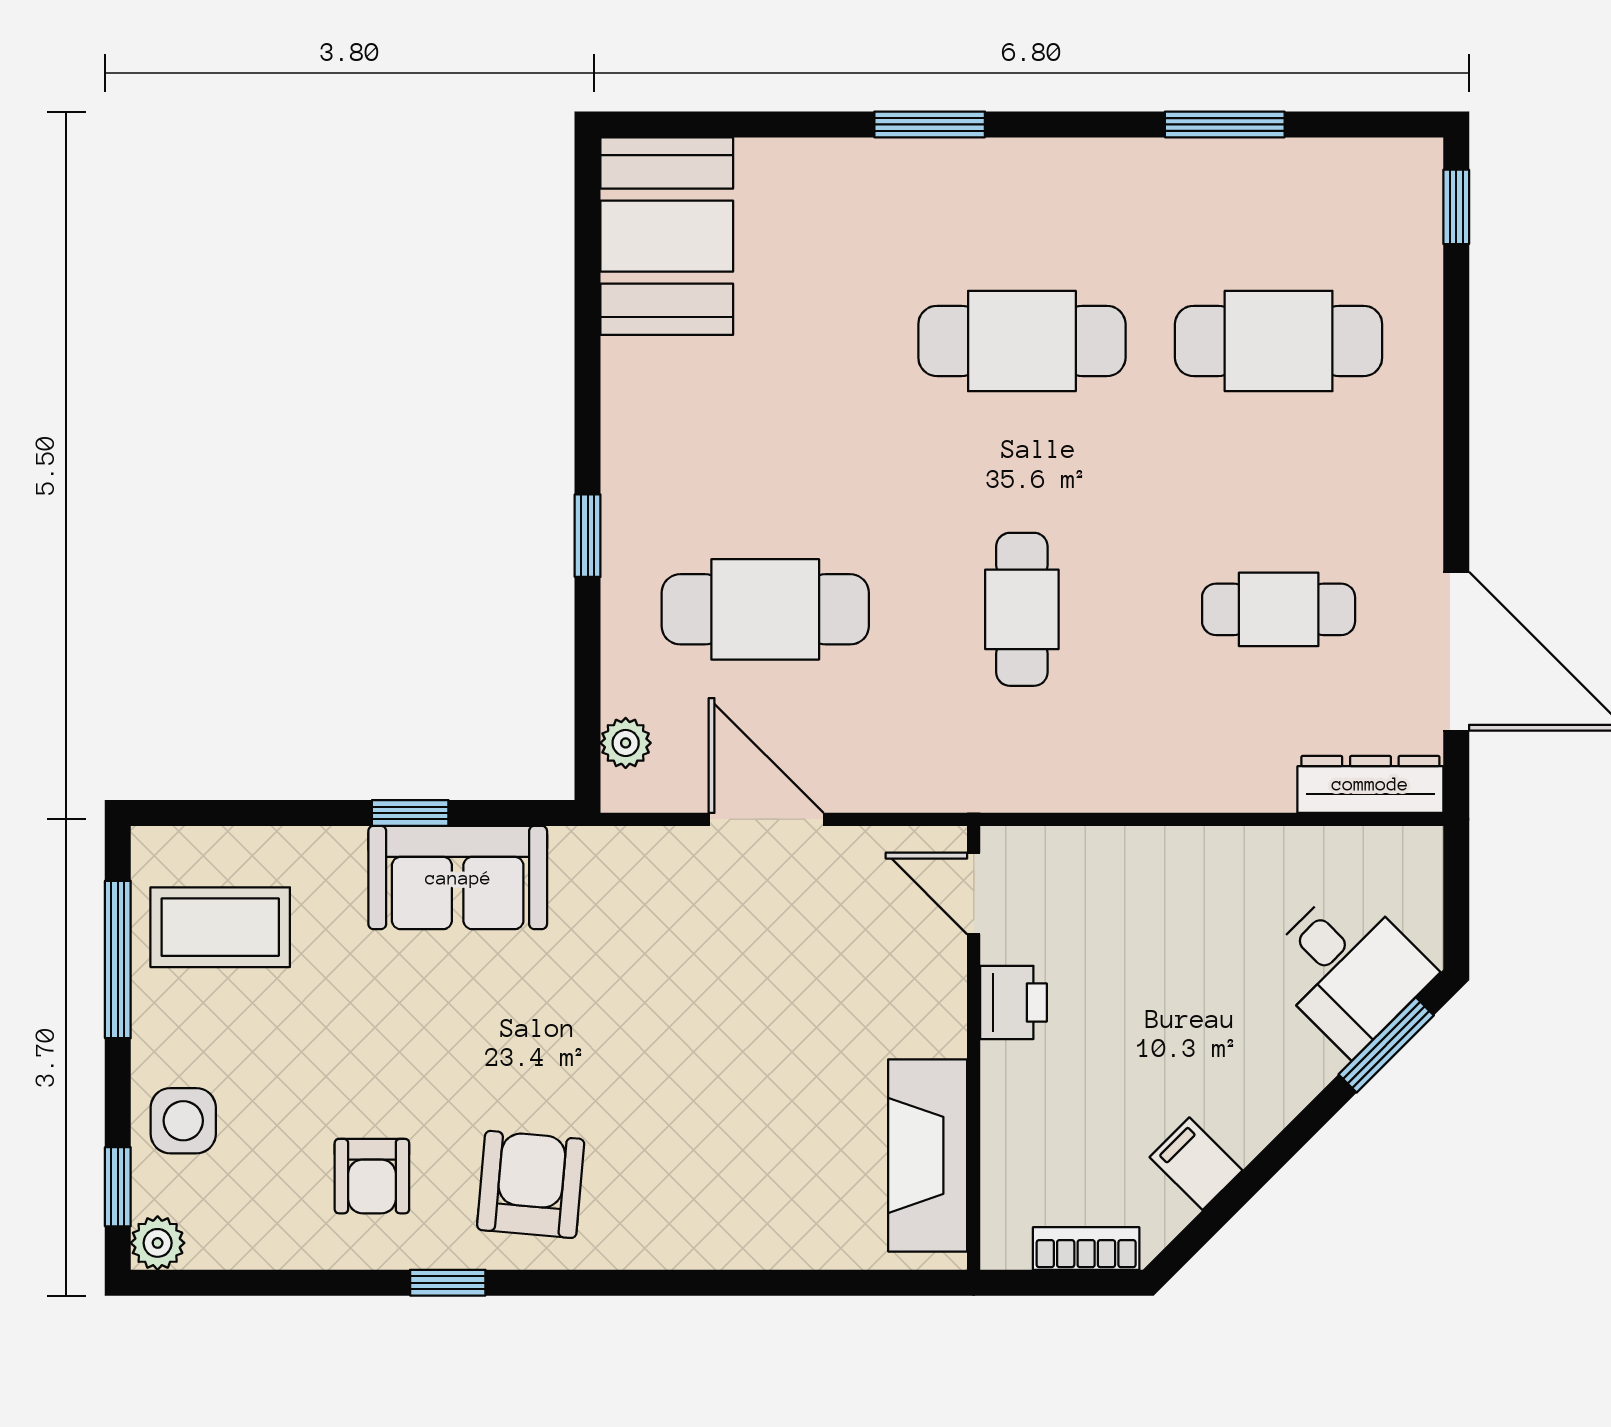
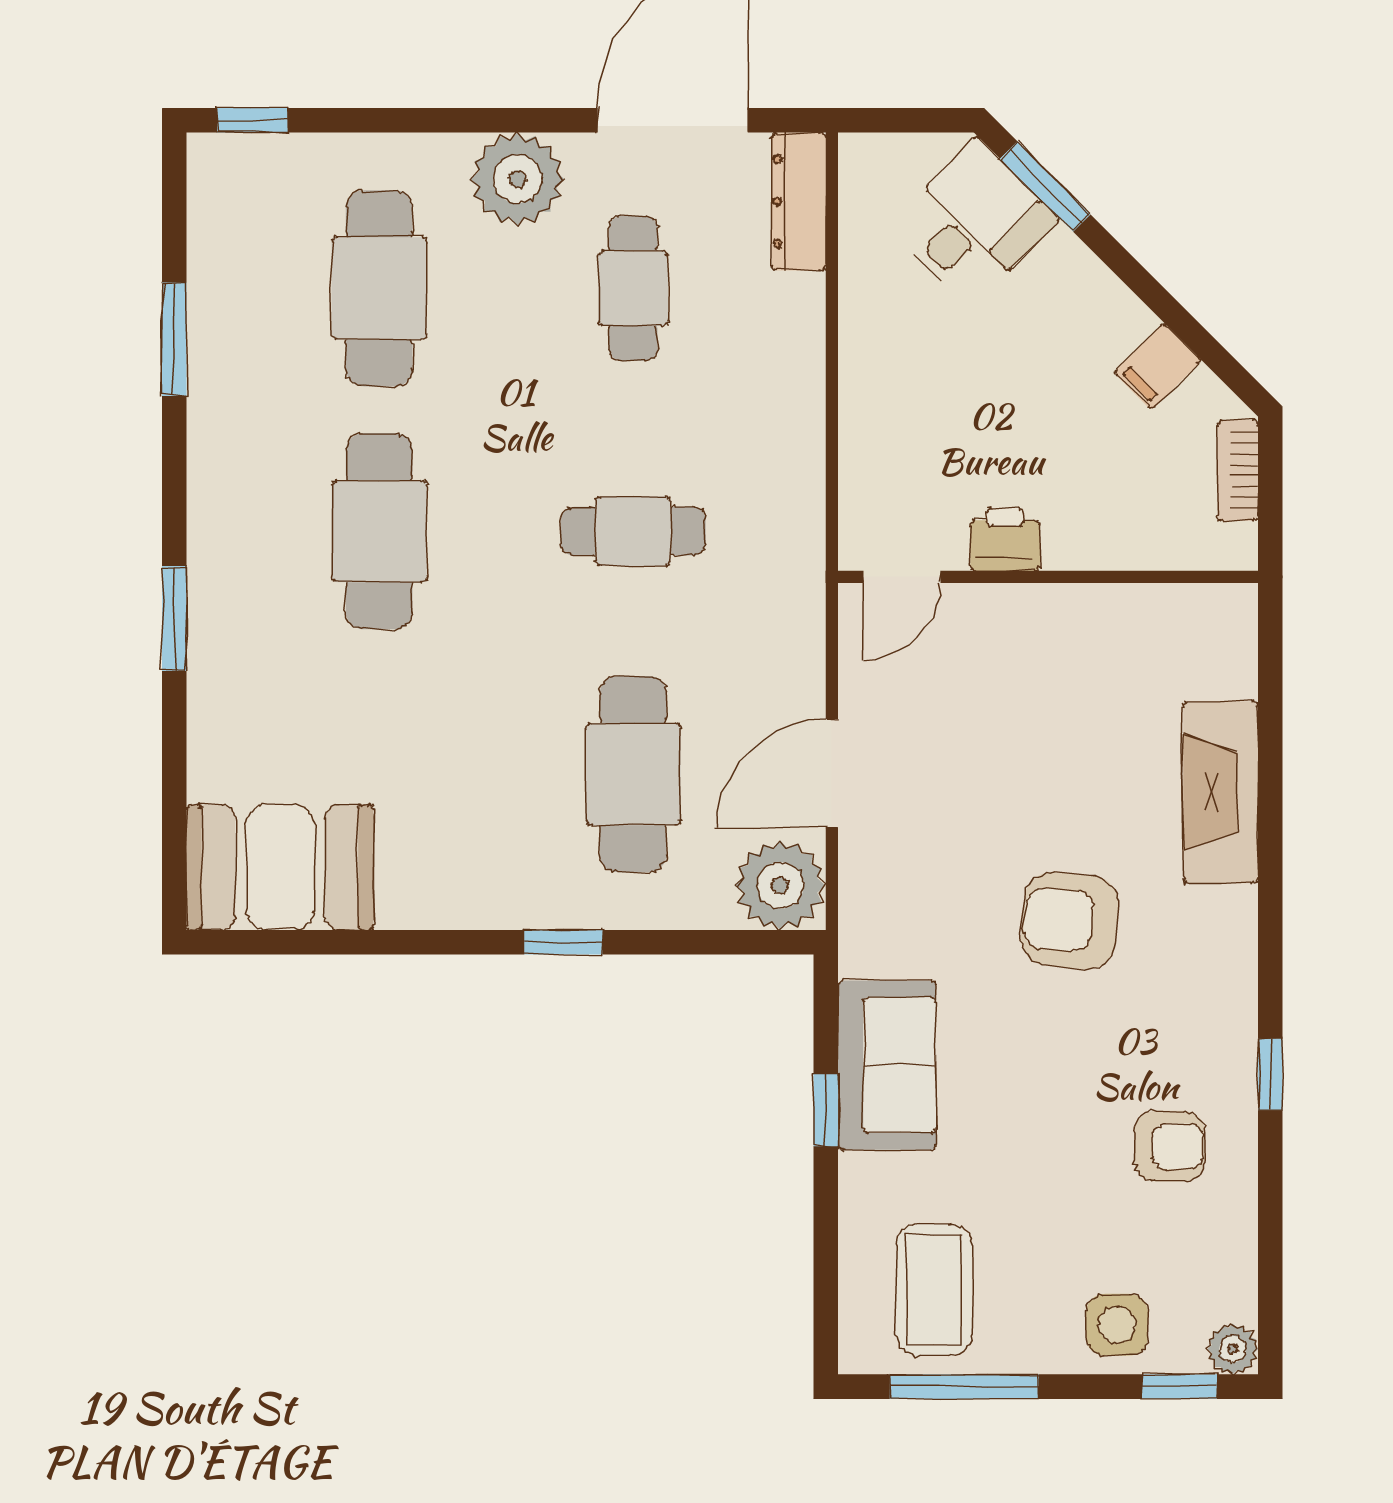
plant: (1394, 487) -> (517, 179), added
plant: (626, 743) -> (780, 885), width x1.88, depth x1.88
fireplace: (928, 1155) -> (1221, 792), moved, turned 90
armchair: (531, 1184) -> (1070, 921), moved

